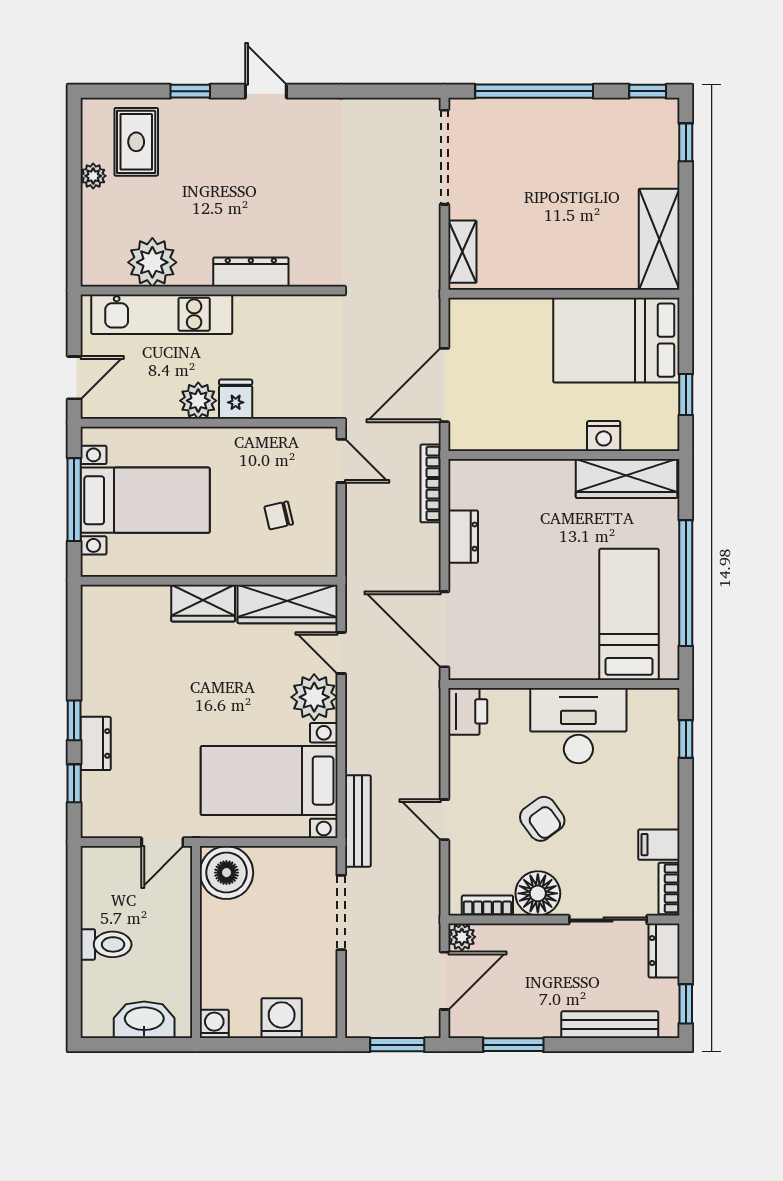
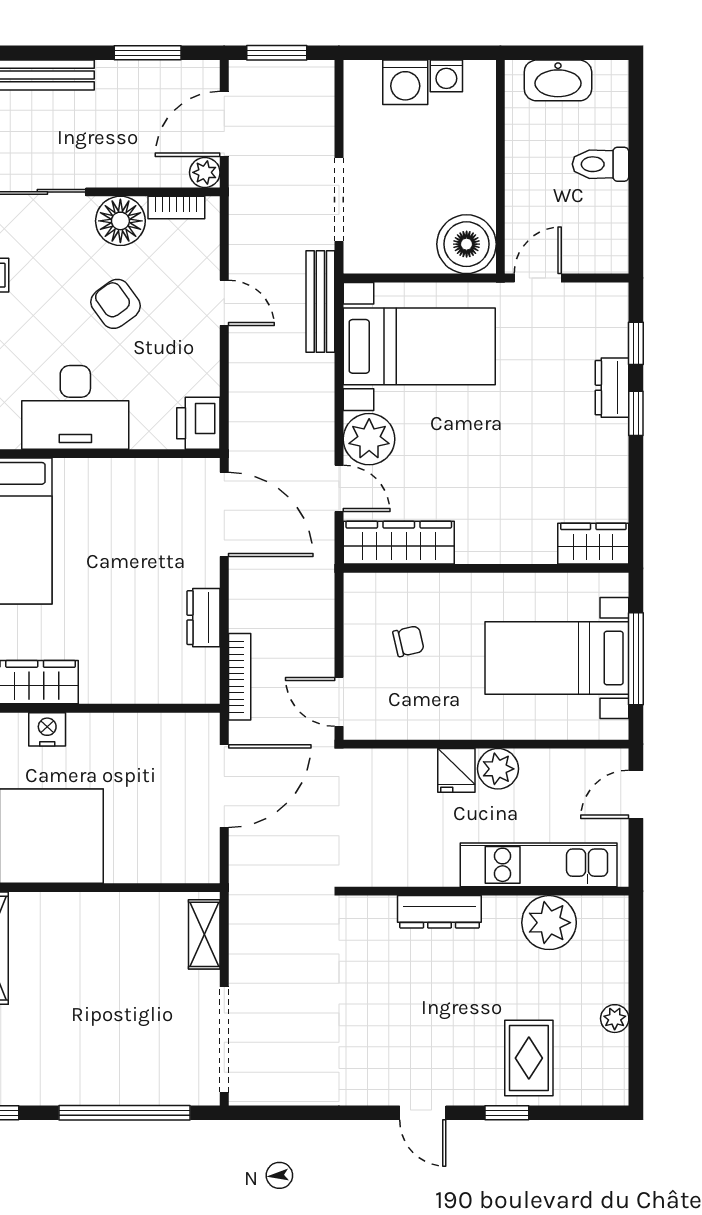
rug: (136, 142) -> (529, 1058), moved
wardrobe: (203, 603) -> (593, 544), moved
washing machine: (214, 1024) -> (446, 76), moved

